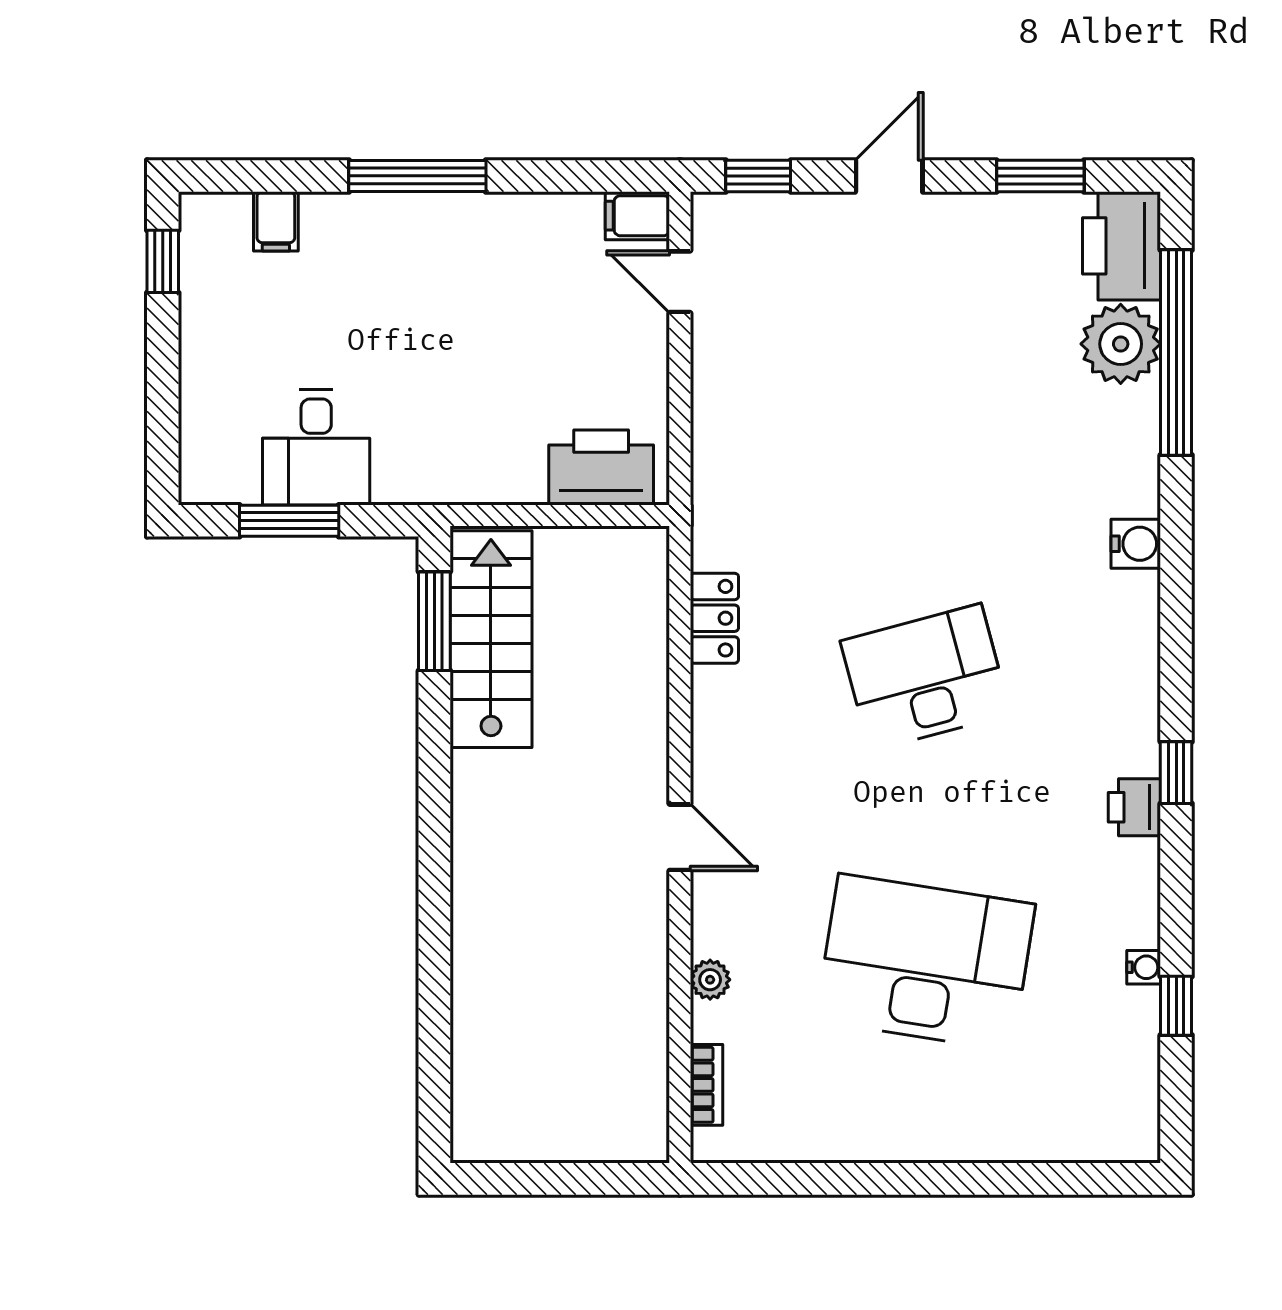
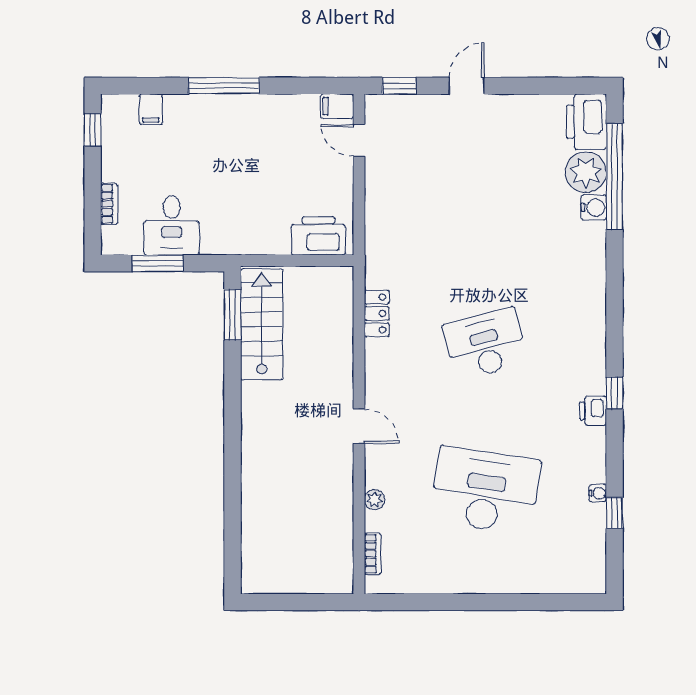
window: (1040, 176) -> (545, 86), removed
bookcase: (195, 405) -> (109, 204), added
water cooler: (1136, 544) -> (594, 208), moved

